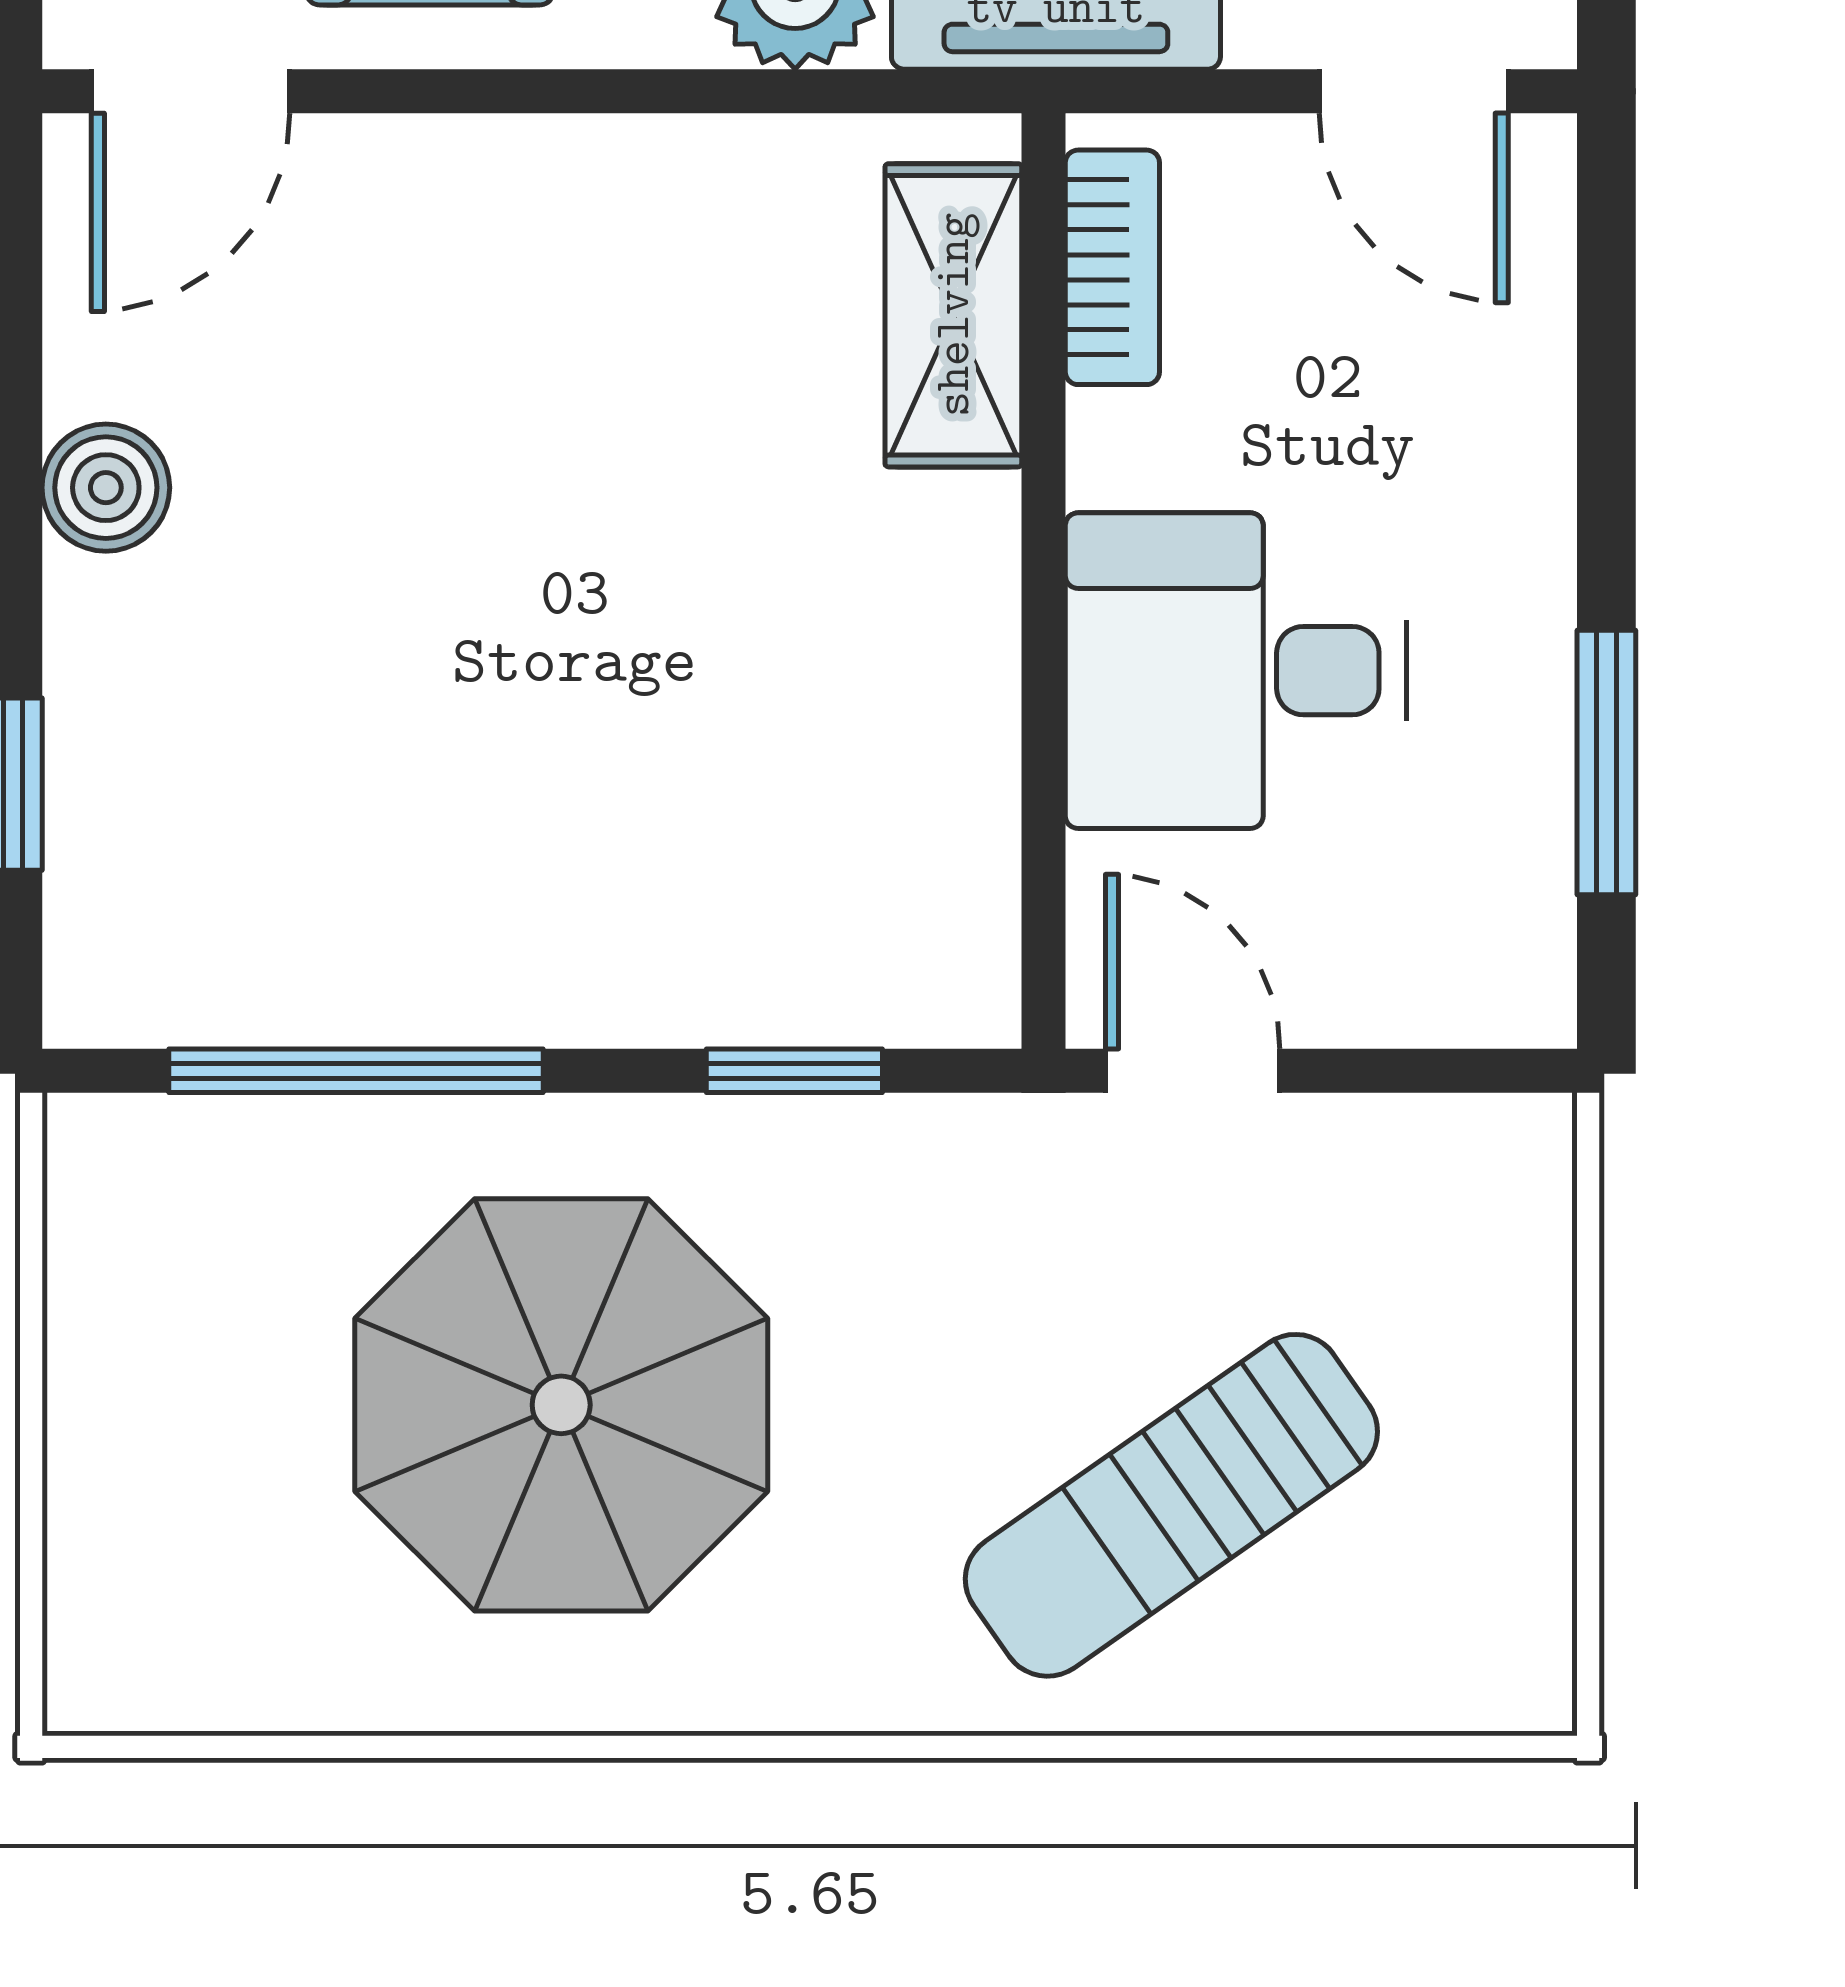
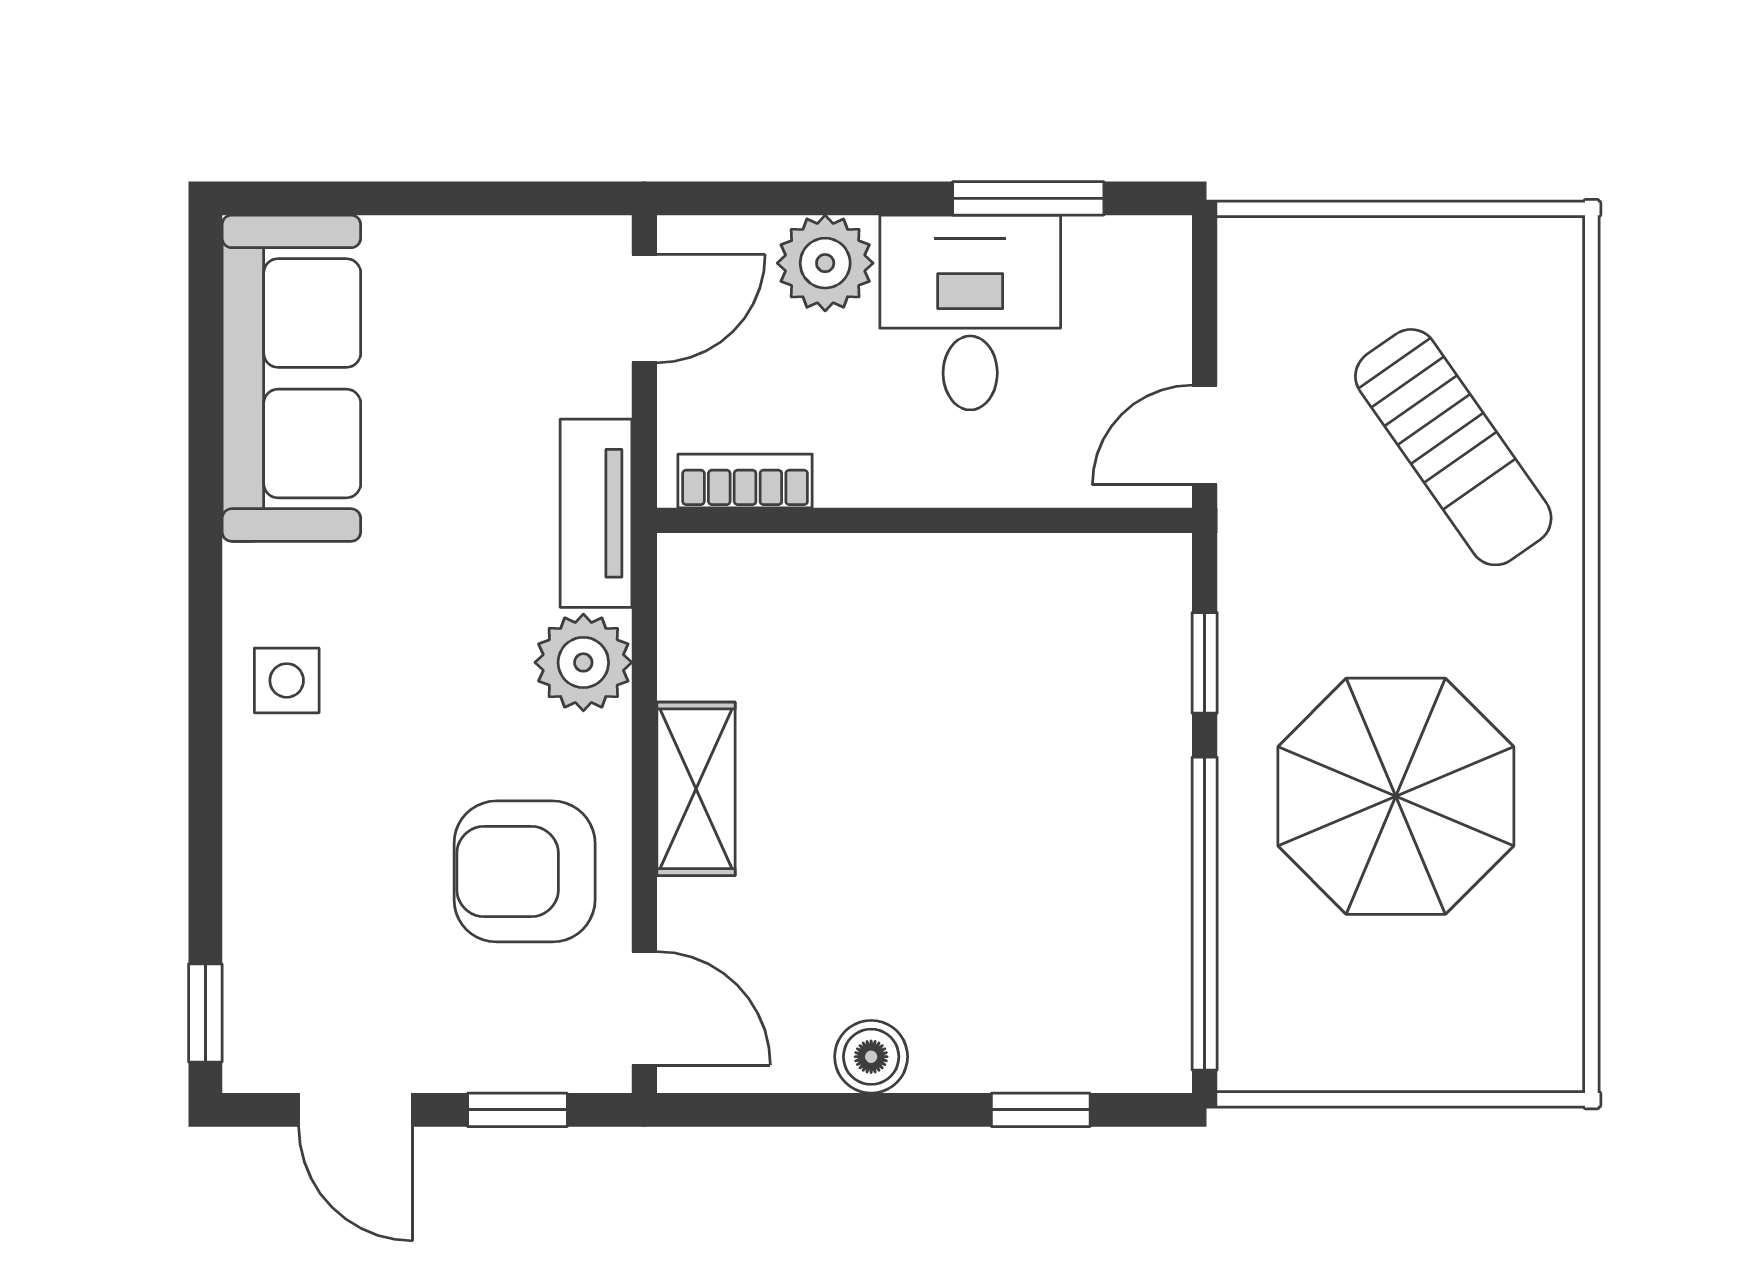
shelving: (953, 315) -> (696, 789), moved, turned 90
plant: (1493, 407) -> (825, 263), added
desk: (1236, 671) -> (970, 313), moved, turned 180
window: (356, 1071) -> (1205, 914), width x1.46

